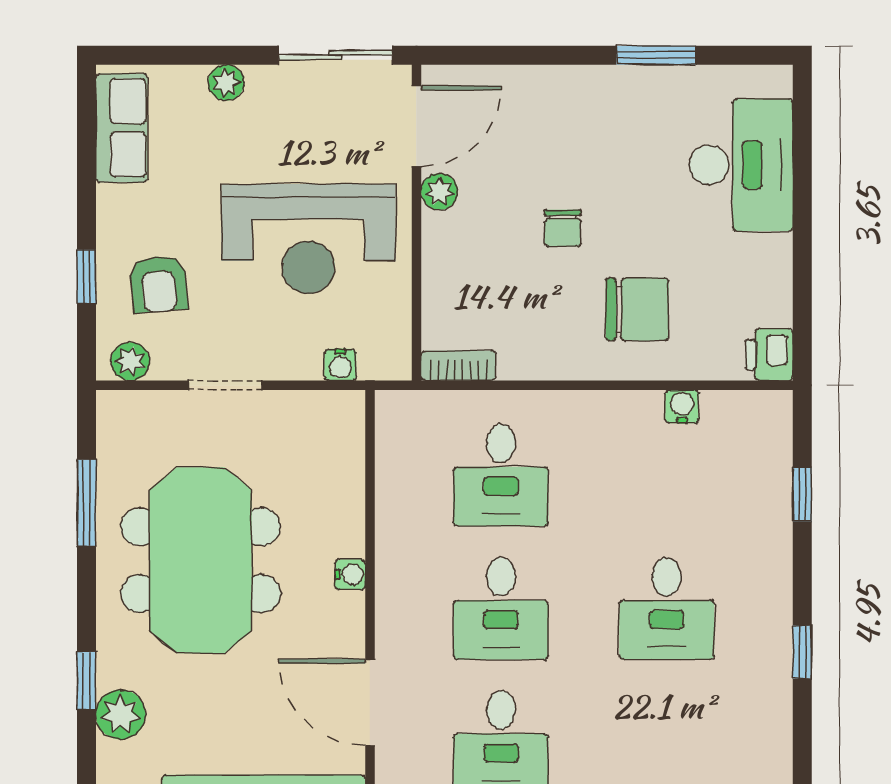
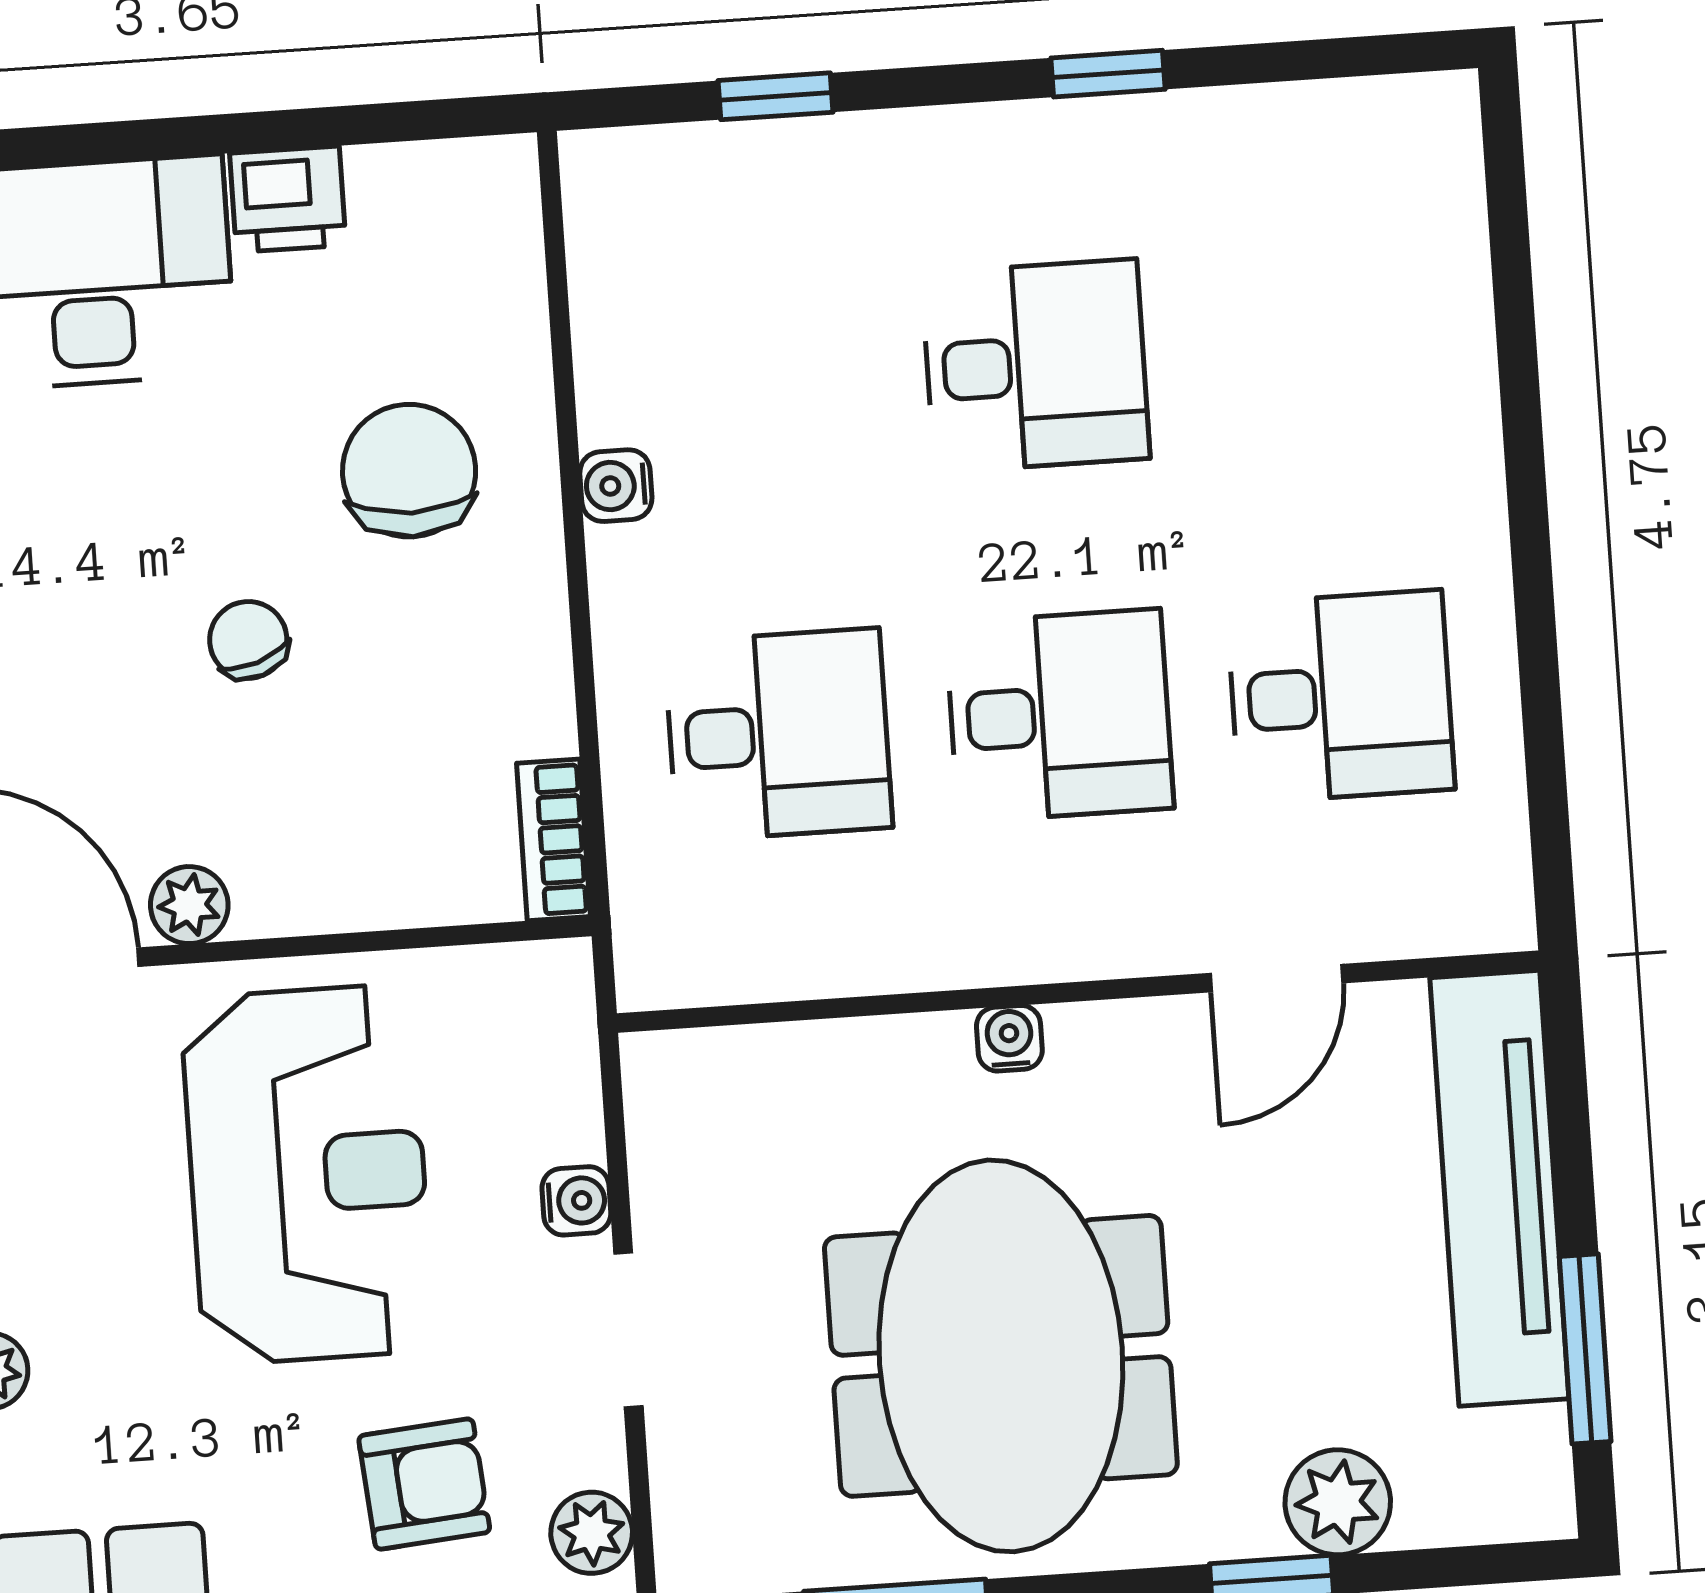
chair: (563, 228) -> (248, 640), turned -109
printer: (769, 355) -> (288, 199), moved
water cooler: (340, 365) -> (576, 1201), moved
water cooler: (682, 406) -> (616, 486), moved
meeting table: (201, 560) -> (1001, 1356), turned 90
door: (370, 702) -> (1276, 978), width x0.73

